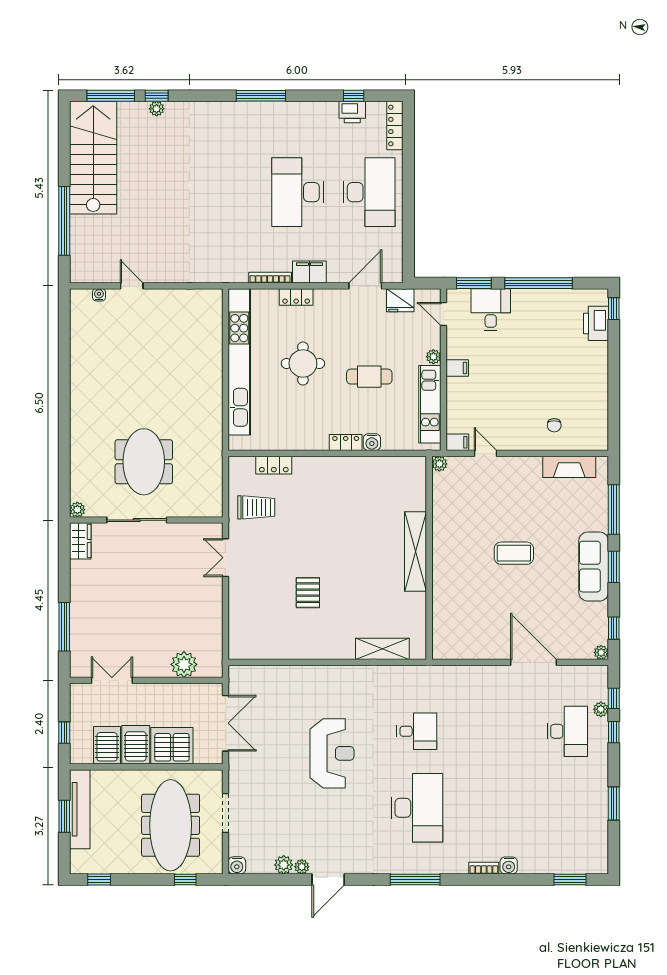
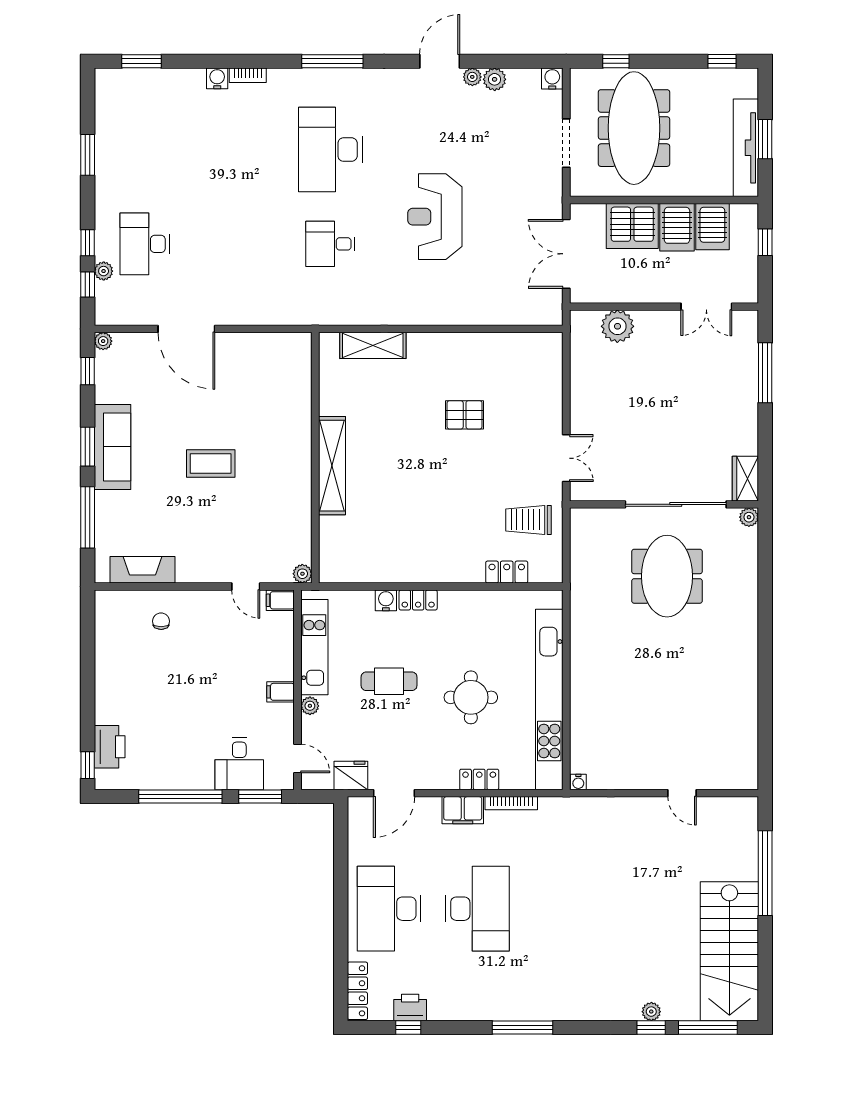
water cooler: (99, 295) -> (578, 782), moved
sliding door: (137, 520) -> (676, 504), width x1.36
pallet: (308, 593) -> (465, 415), turned 90

